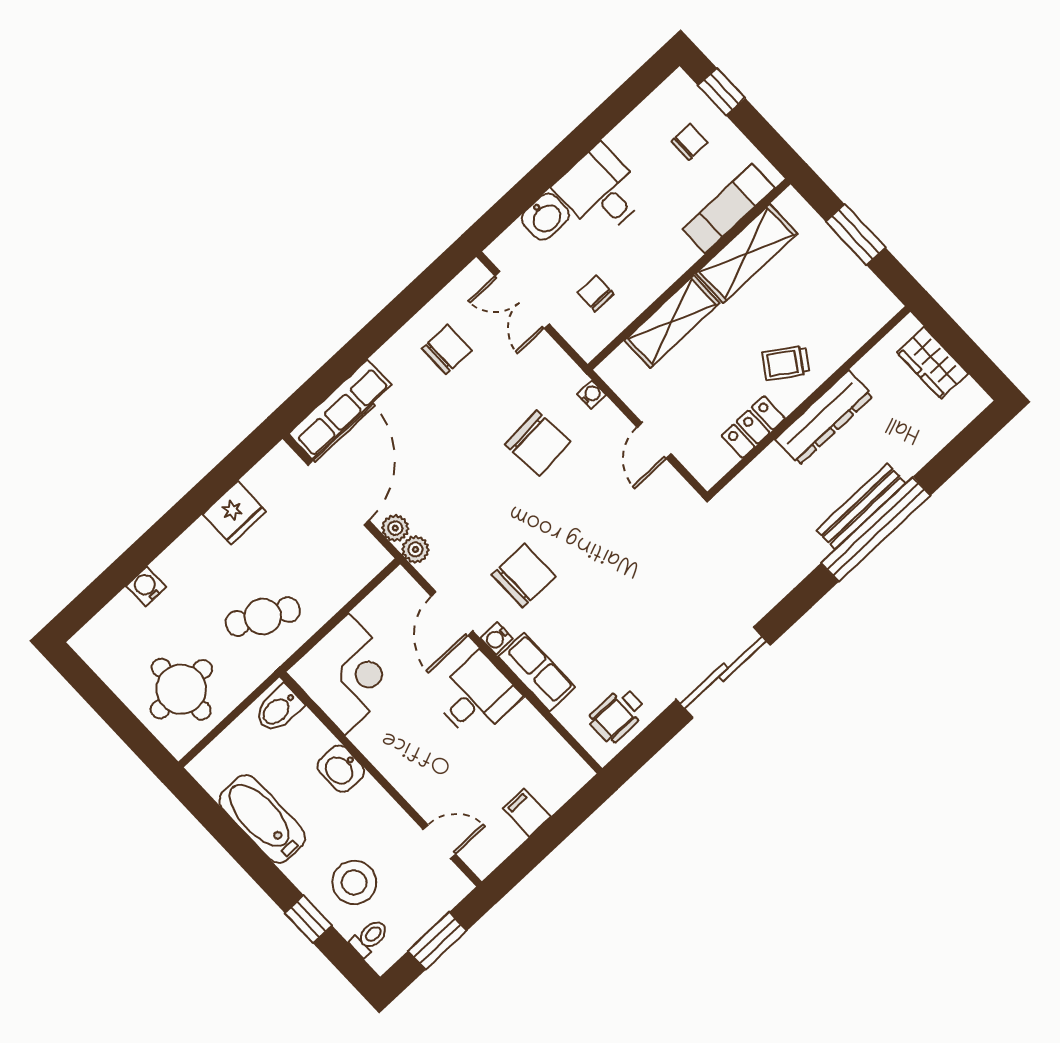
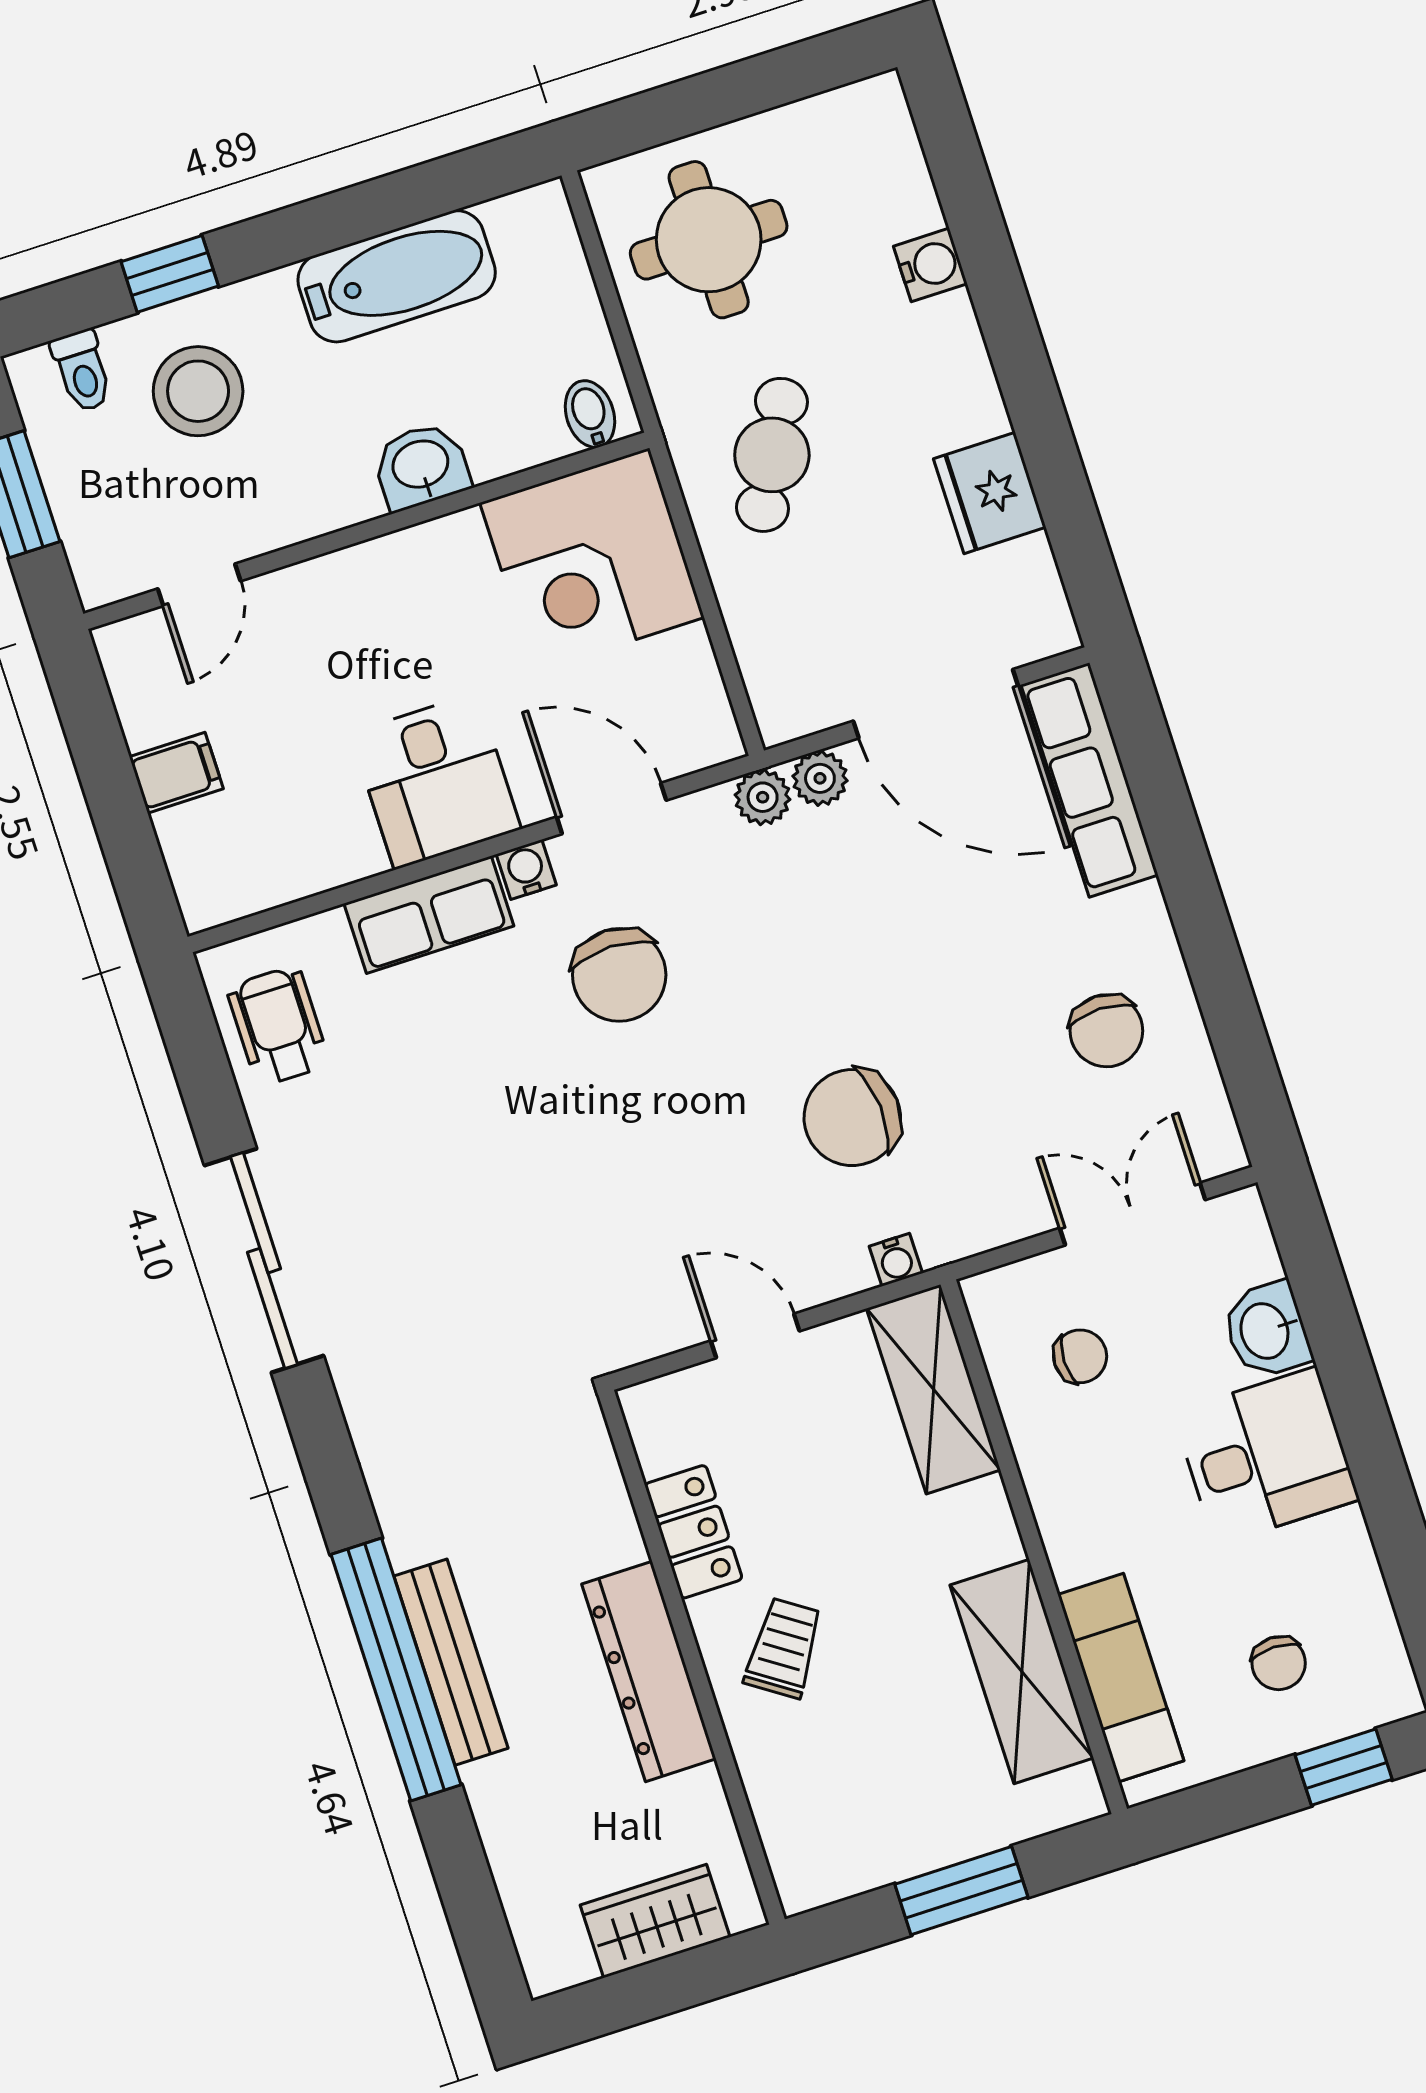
shelving: (672, 322) -> (933, 1389), moved
bidet: (278, 709) -> (590, 414), width x0.72, depth x0.74

